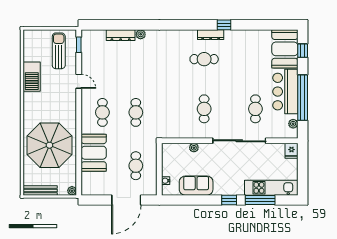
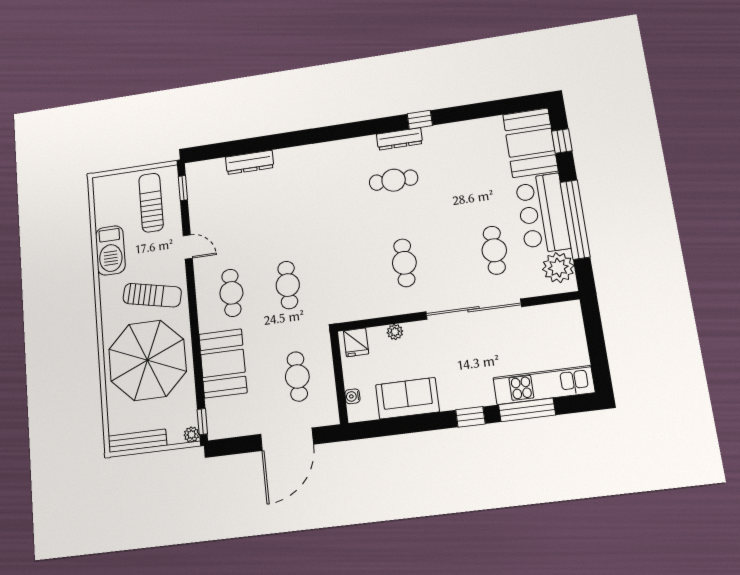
plant: (141, 34) -> (282, 156), removed
sun lounger: (55, 107) -> (152, 295), added
plant: (293, 124) -> (558, 268), width x1.87, depth x1.87
fridge: (292, 151) -> (356, 342), moved
window: (79, 184) -> (202, 422), added

